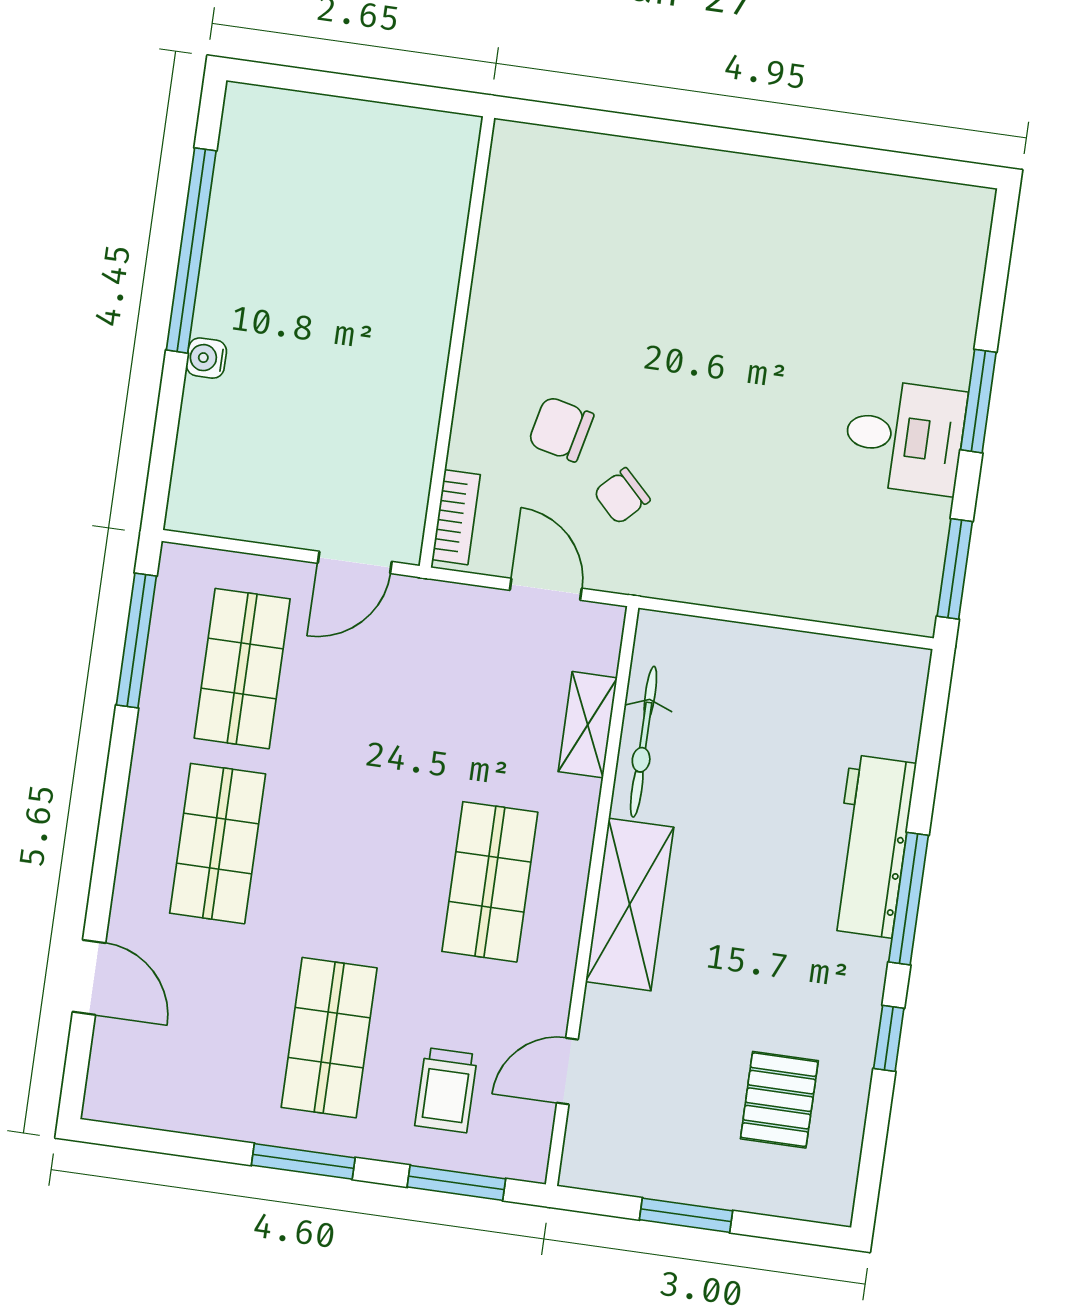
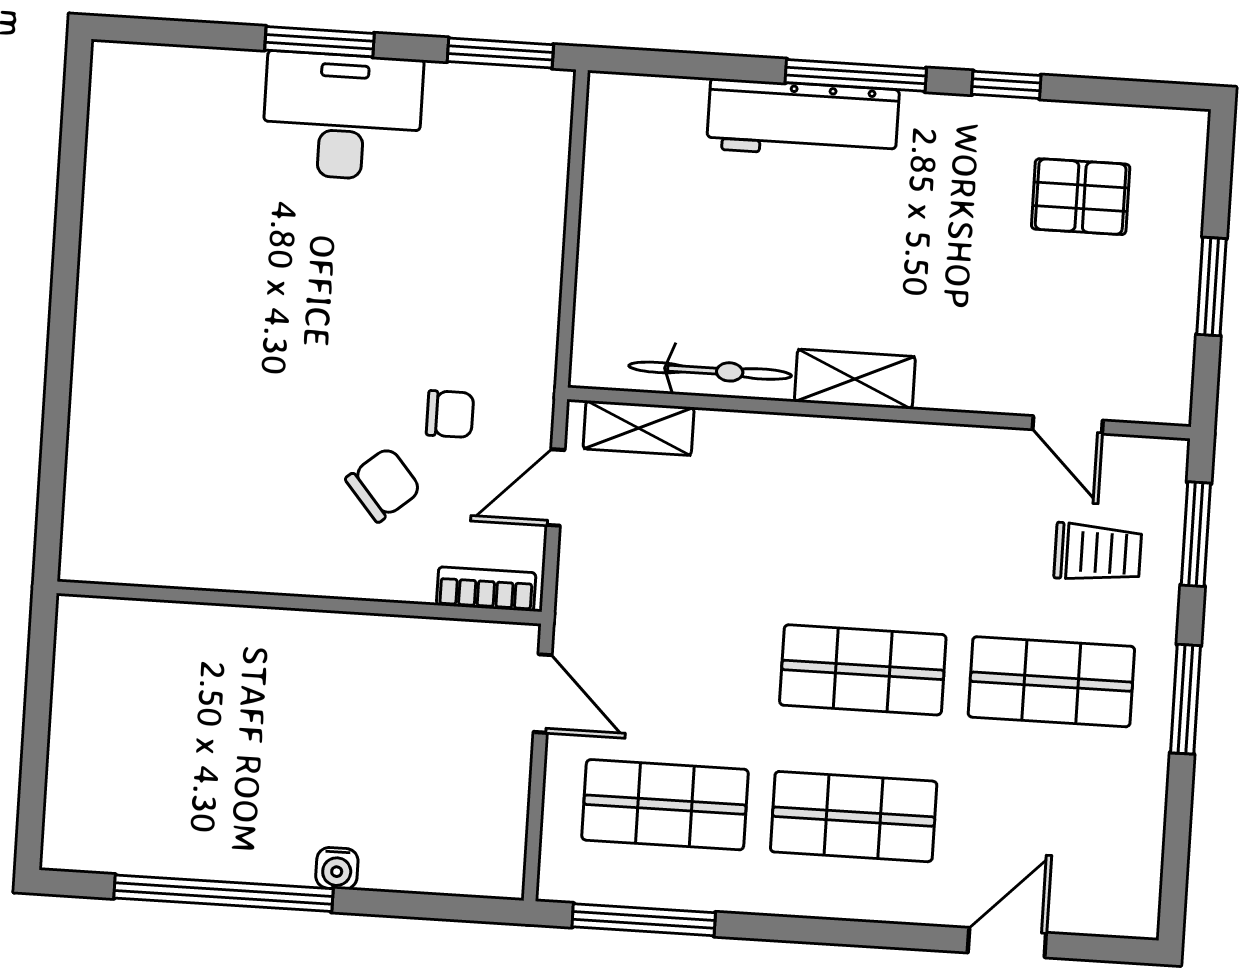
chair: (561, 429) -> (383, 485), turned -143
desk: (904, 437) -> (342, 116), width x1.37
chair: (622, 496) -> (450, 414), turned -45
shelving: (588, 725) -> (639, 428), moved
shop shelf: (490, 882) -> (863, 670), moved
shelving: (630, 904) -> (855, 379), width x0.67, depth x0.75

